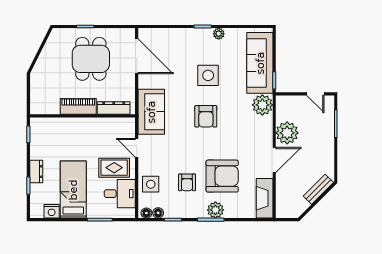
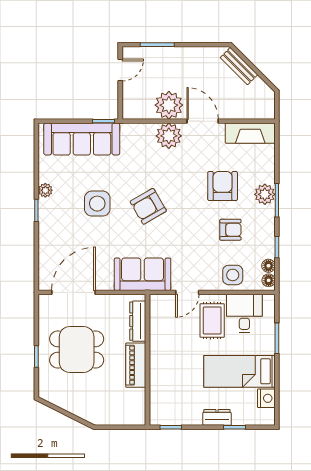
plant: (262, 105) -> (169, 136), moved
armchair: (206, 116) -> (148, 206), turned 150
armchair: (222, 176) -> (223, 186), width x0.73, depth x0.73

